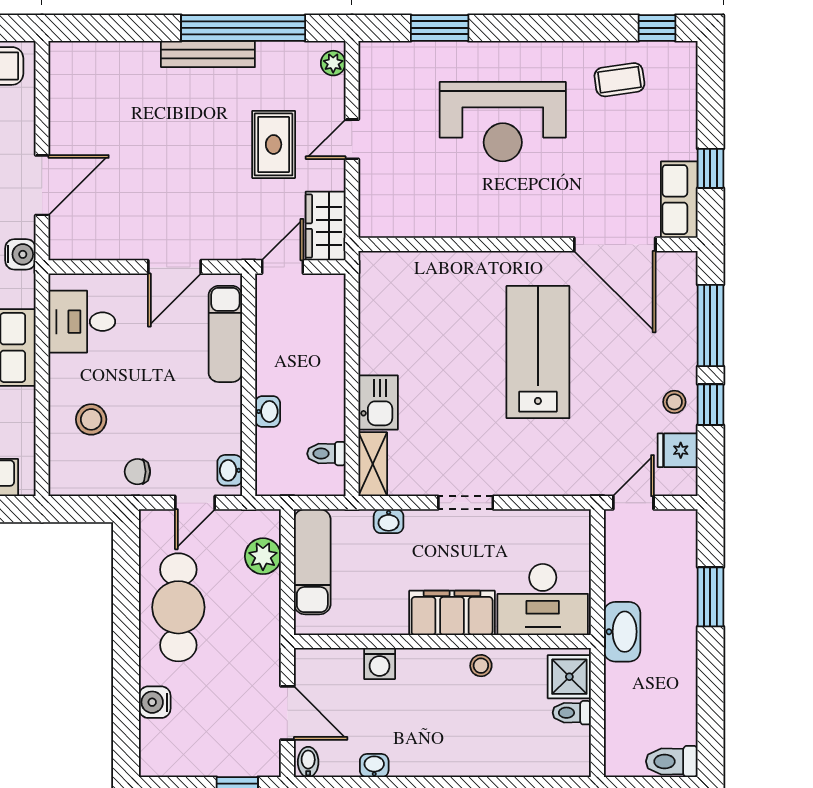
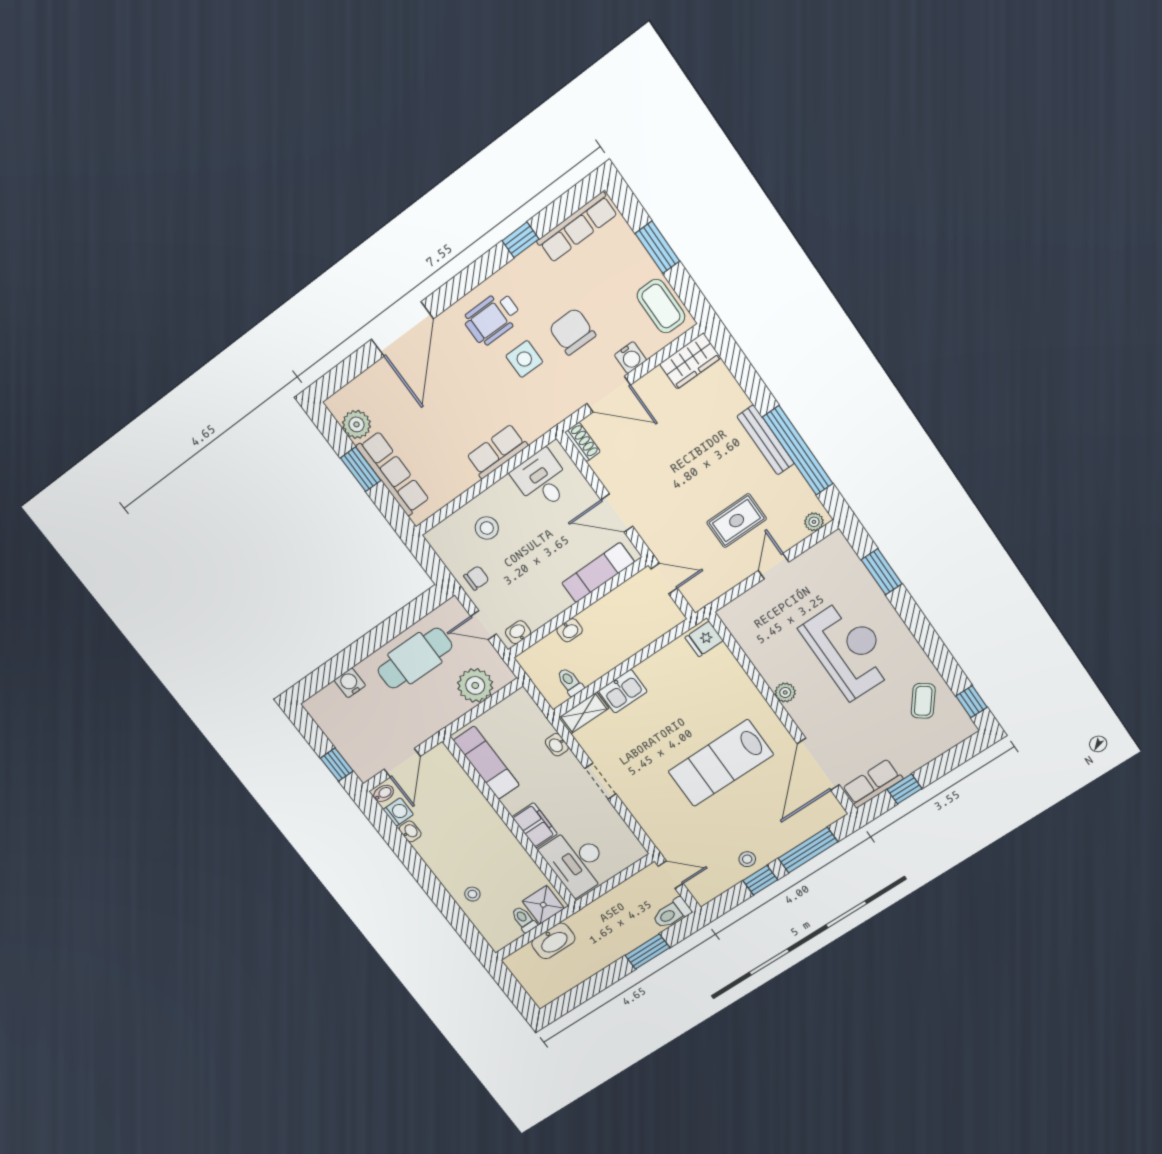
coffee table: (619, 80) -> (923, 701), turned 45
reception desk: (503, 122) -> (848, 649), turned 180
door: (352, 139) -> (774, 566), hinge flipped
plant: (505, 224) -> (785, 692), added
wardrobe: (326, 226) -> (690, 361), moved, turned 180
shoe rack: (72, 249) -> (583, 442), added
water cooler: (20, 254) -> (630, 358), moved
lab bench: (538, 352) -> (721, 763), turned 180
fridge: (678, 450) -> (704, 639), moved, turned -90
chair: (137, 472) -> (476, 578), turned 90
plant: (263, 556) -> (475, 685), width x1.36, depth x1.36
exam couch: (312, 562) -> (486, 763), moved, turned -90
filing cabinet: (452, 613) -> (535, 825), width x0.67, depth x0.86
washbasin: (622, 632) -> (553, 941), moved
washing machine: (380, 664) -> (398, 812), moved, turned 180
stool: (481, 666) -> (472, 894), moved
toilet: (672, 761) -> (672, 913), moved, turned -90

